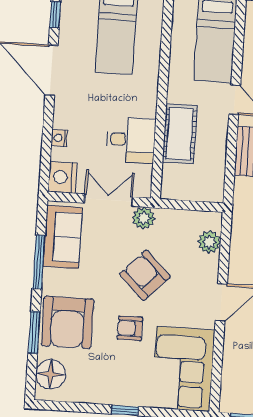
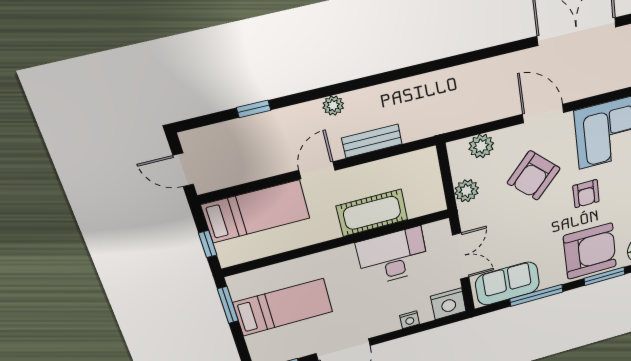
desk: (131, 140) -> (393, 256), width x1.37
double door: (108, 200) -> (461, 256), swing flipped
plant: (144, 218) -> (467, 191), moved
armchair: (145, 275) -> (534, 176), moved

